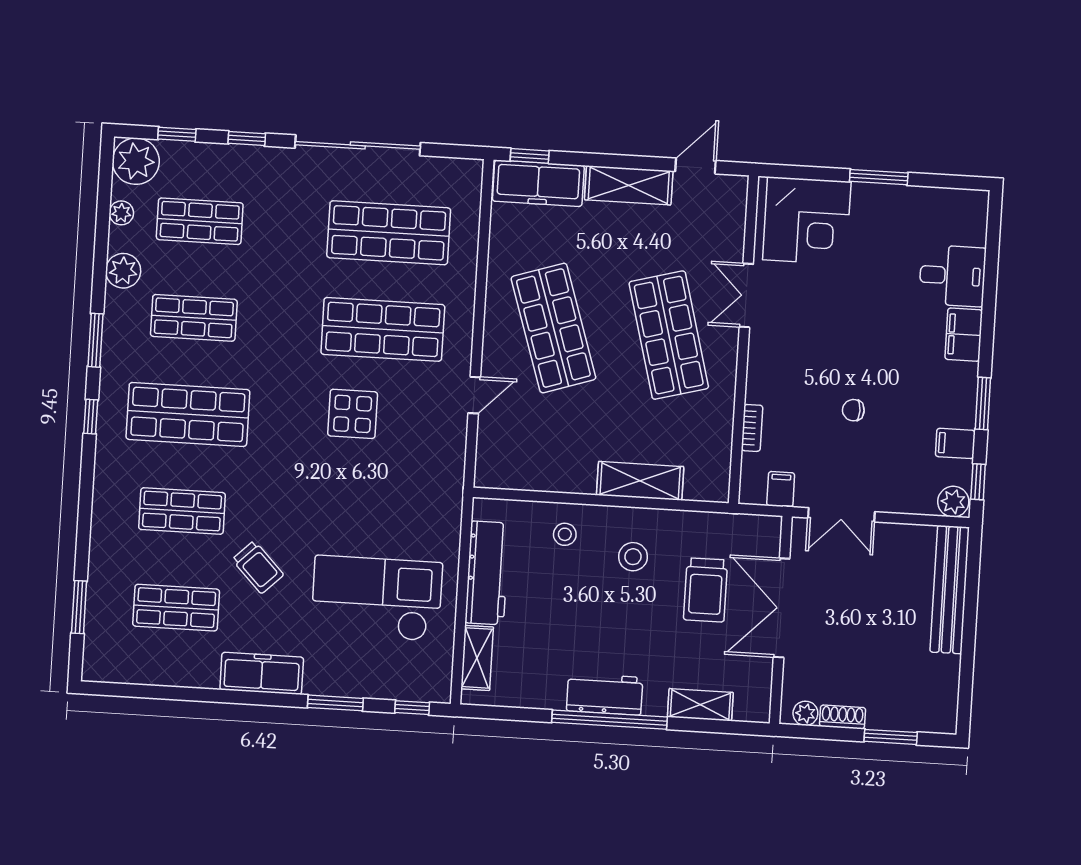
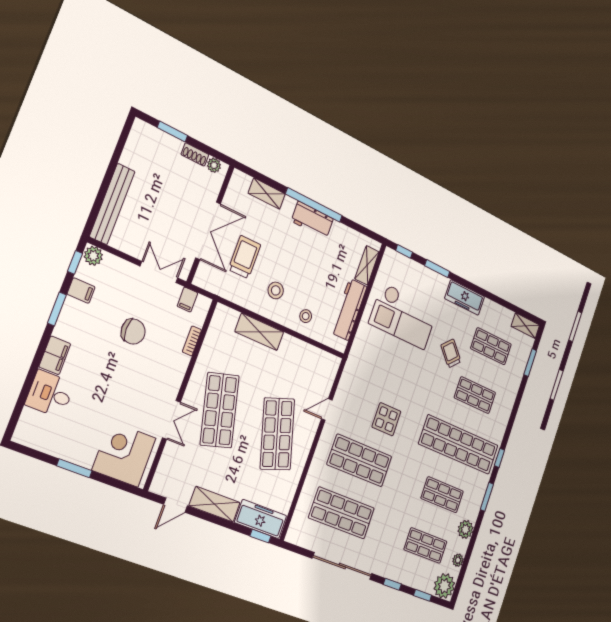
chair: (853, 410) -> (133, 332), width x1.87, depth x1.87
shop shelf: (188, 414) -> (459, 445), width x1.40
shelving: (112, 669) -> (525, 326), added

